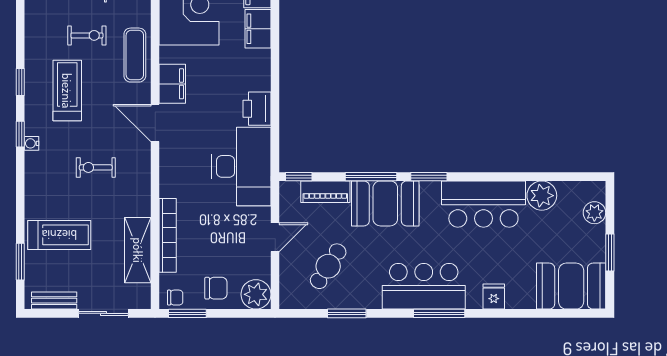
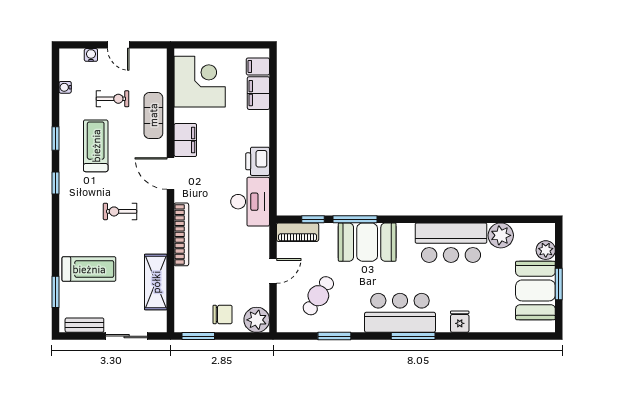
water cooler: (31, 143) -> (65, 87), moved
desk: (241, 166) -> (250, 202), width x0.73, depth x0.77
window: (299, 177) -> (313, 219), moved
window: (429, 177) -> (404, 219), removed
piano: (325, 192) -> (298, 232), moved
bookcase: (168, 235) -> (181, 234), moved
booth: (571, 286) -> (535, 290), moved, turned 90
chair: (175, 298) -> (188, 322), removed

